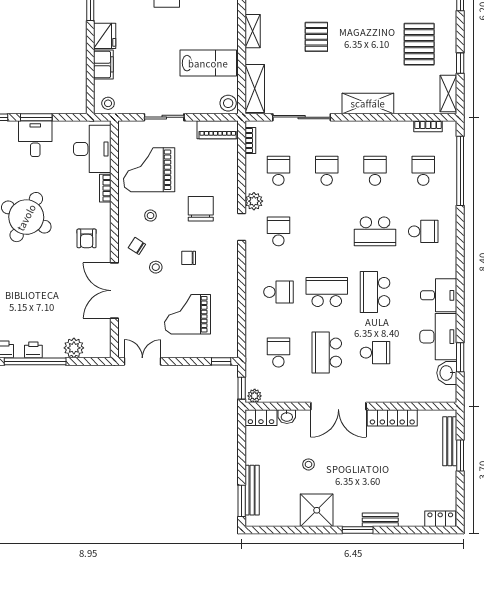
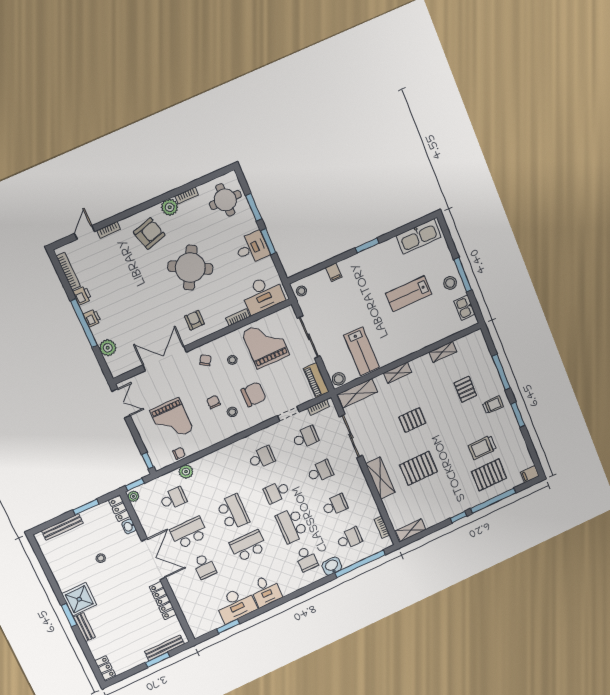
fridge: (105, 36) -> (350, 266), removed
pallet: (419, 44) -> (418, 468), moved
window: (460, 63) -> (458, 517), moved
filing cabinet: (103, 64) -> (334, 272), width x0.50
sliding door: (164, 117) -> (309, 337), width x1.37
plant: (254, 201) -> (186, 472), moved
doorway: (242, 227) -> (288, 414), moved
armchair: (87, 238) -> (194, 320), turned 90
stool: (156, 267) -> (232, 412), moved
school desk: (278, 292) -> (277, 492), moved, turned 90
grand piano: (188, 314) -> (171, 420), turned 180
chair: (229, 323) -> (179, 453), added
washbasin: (447, 373) -> (332, 566), moved
double door: (338, 406) -> (154, 559), swing flipped
window: (242, 501) -> (86, 507), moved
shower: (317, 510) -> (79, 599), moved

